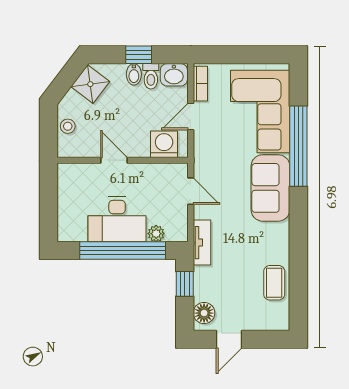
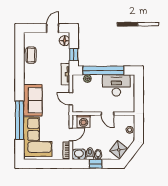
desk: (117, 219) -> (116, 85), moved

